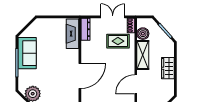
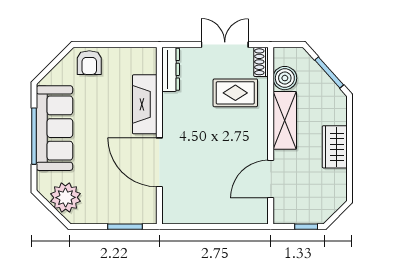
armchair: (45, 26) -> (89, 63), added
fireplace: (72, 34) -> (145, 104), moved
sofa: (27, 53) -> (54, 128), width x1.36
door: (80, 76) -> (159, 162), swing flipped

